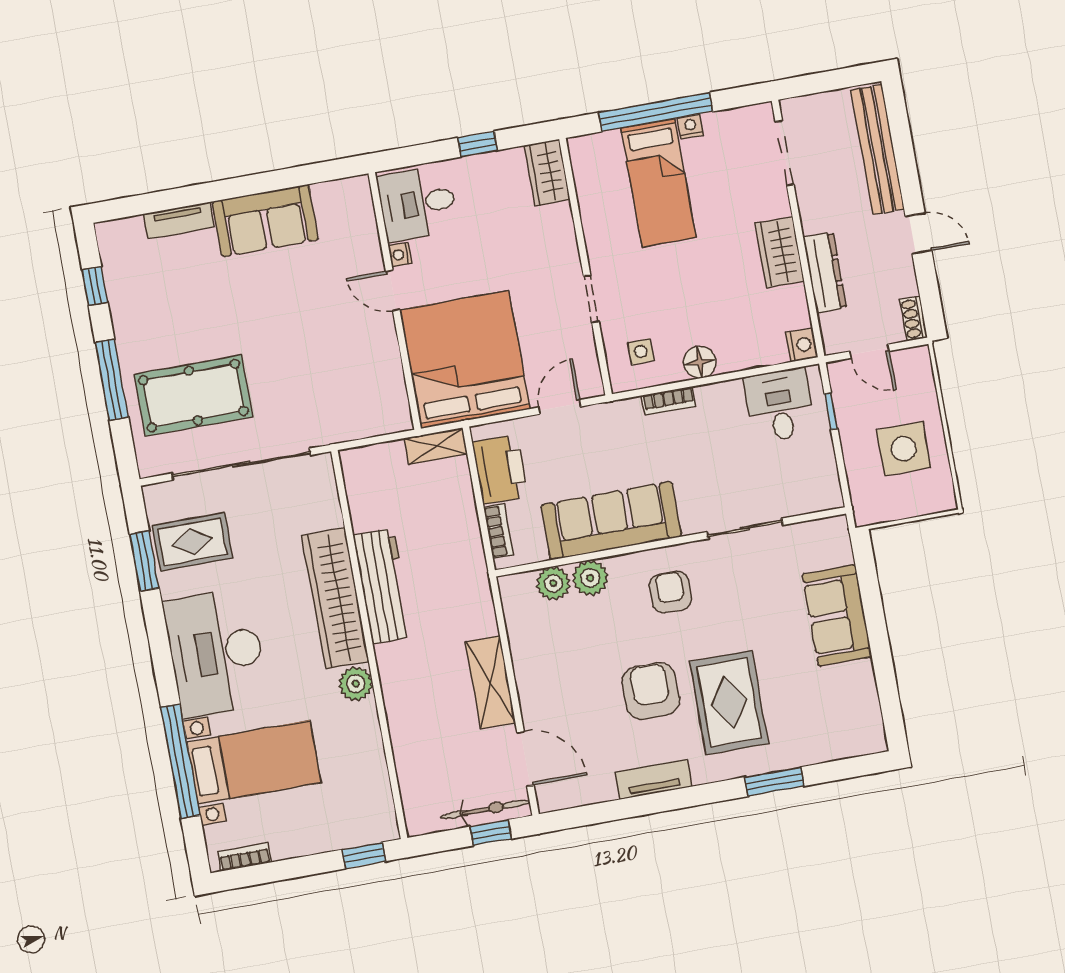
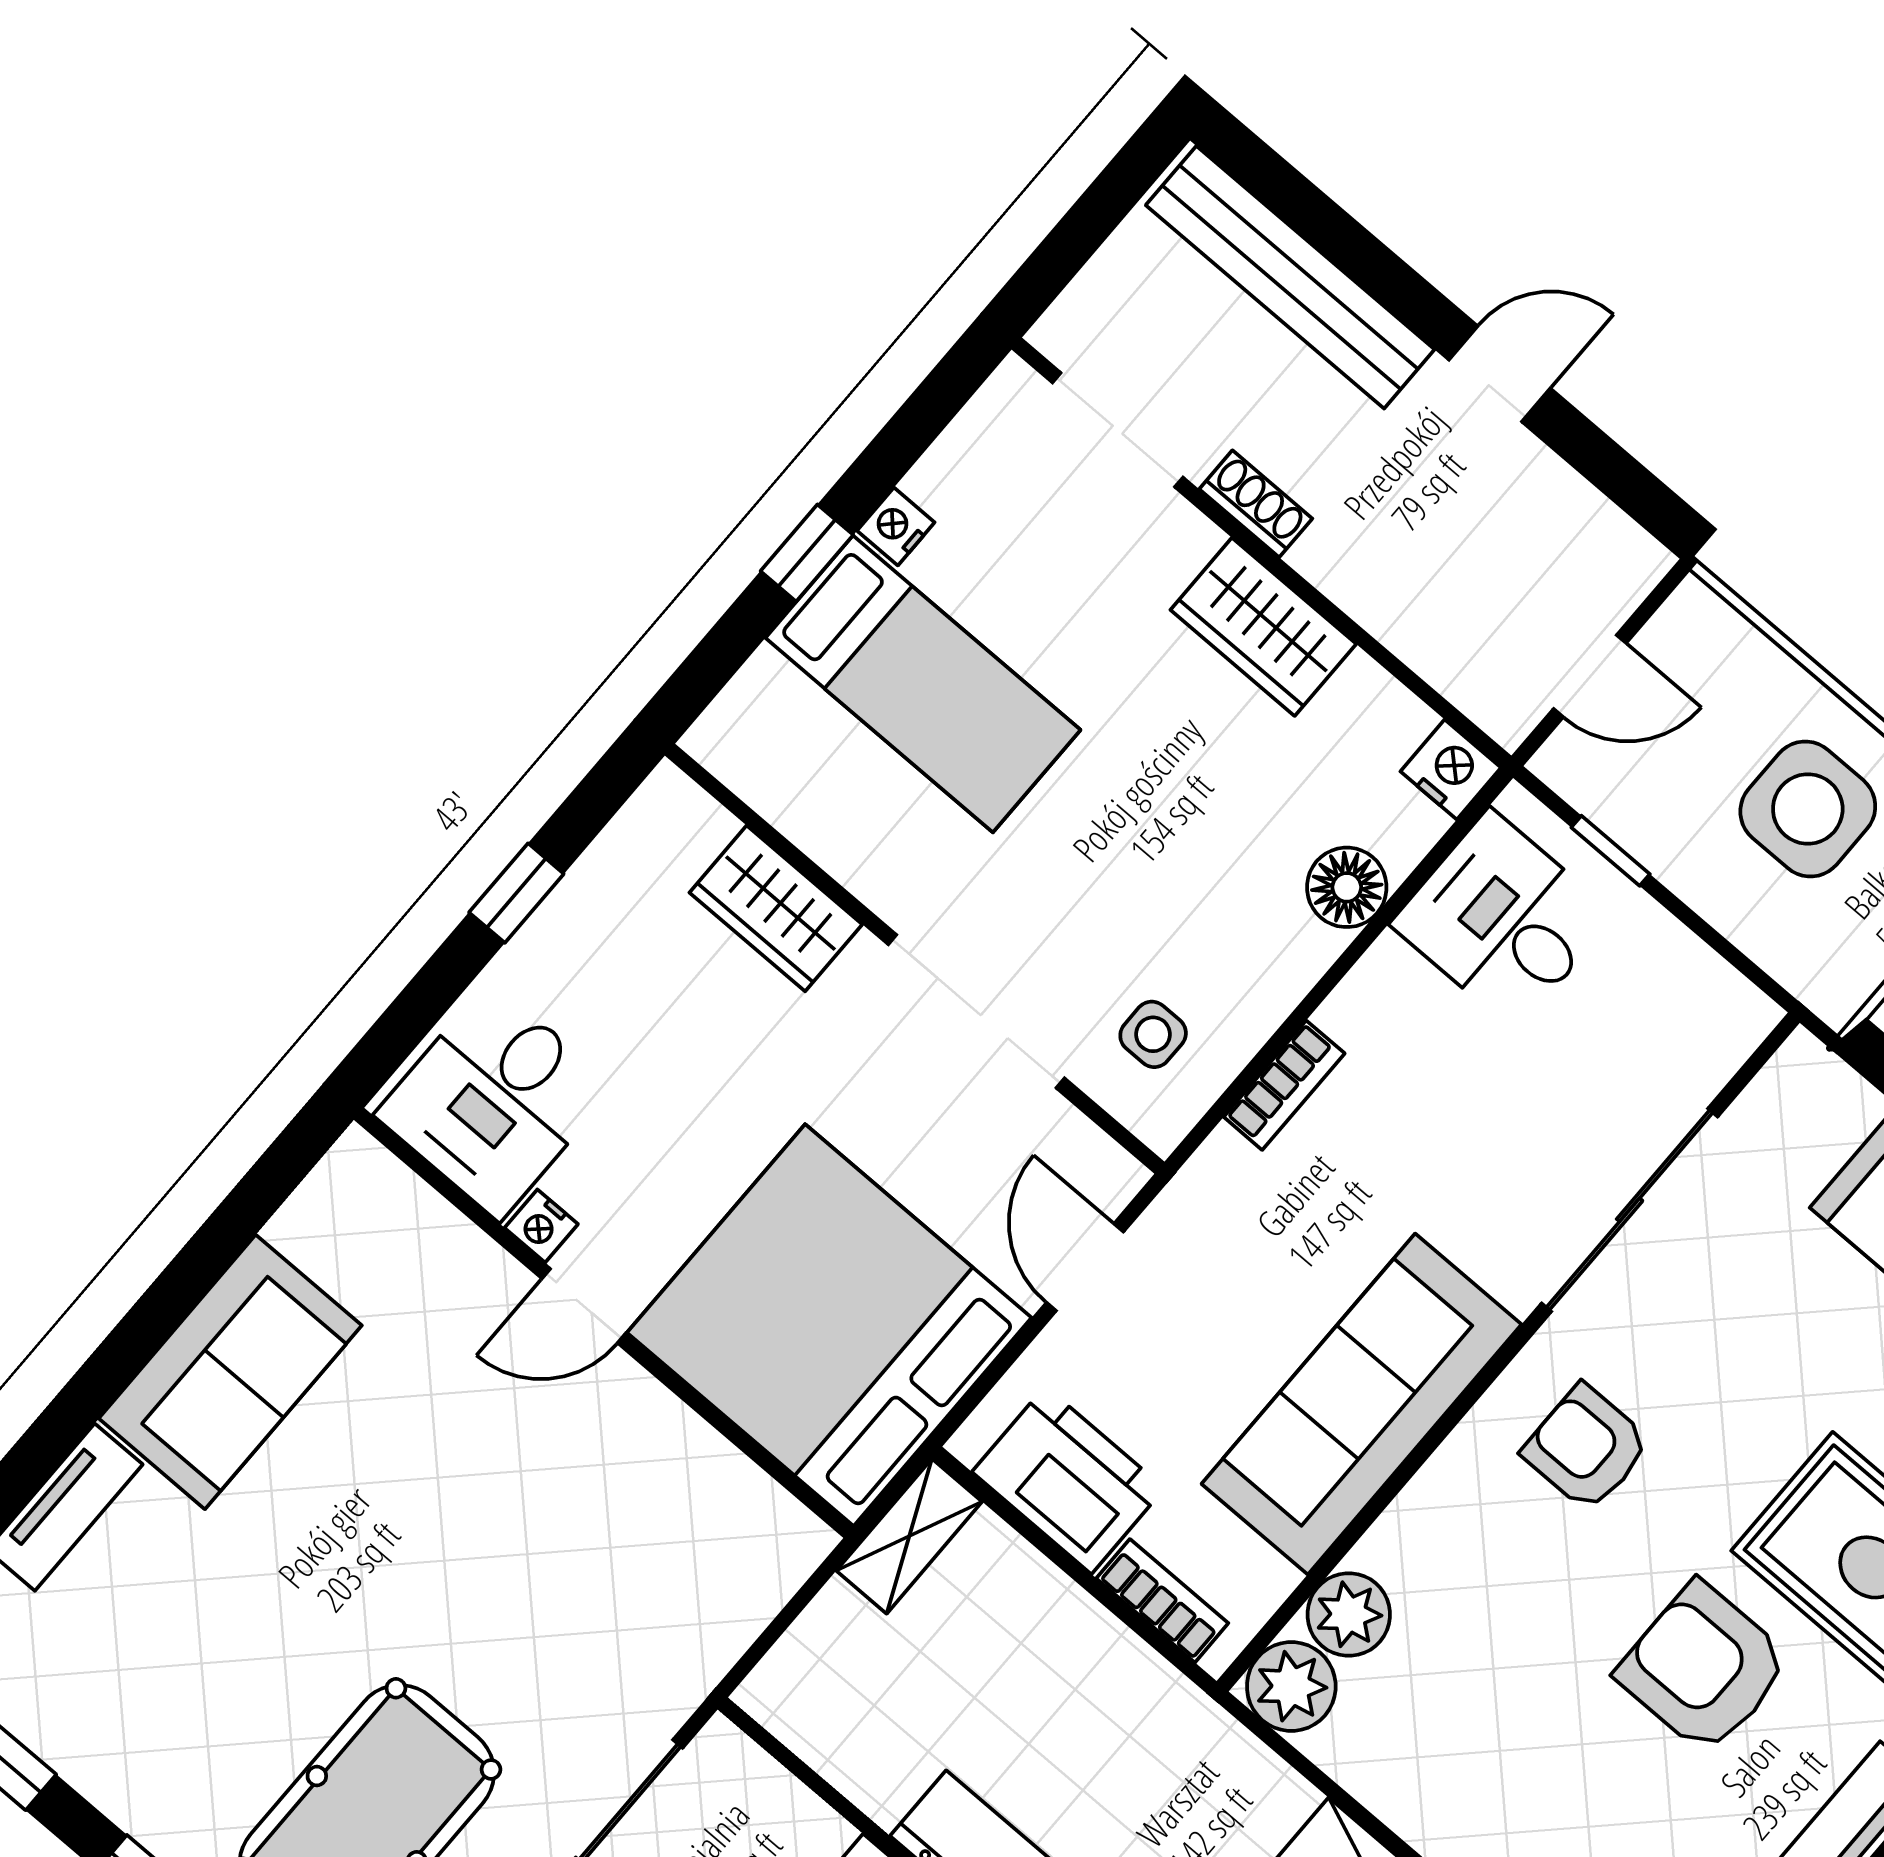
window: (656, 112) -> (807, 553), width x0.32
wardrobe: (547, 172) -> (776, 908), moved
dresser: (825, 272) -> (1381, 595), removed
doorway: (591, 299) -> (976, 1011), width x1.87
shoe rack: (914, 318) -> (1256, 504), moved, turned 180
floor lamp: (700, 362) -> (1347, 887), moved
sliding door: (745, 529) -> (1630, 1210), width x1.37
plant: (590, 578) -> (1291, 1686), moved

